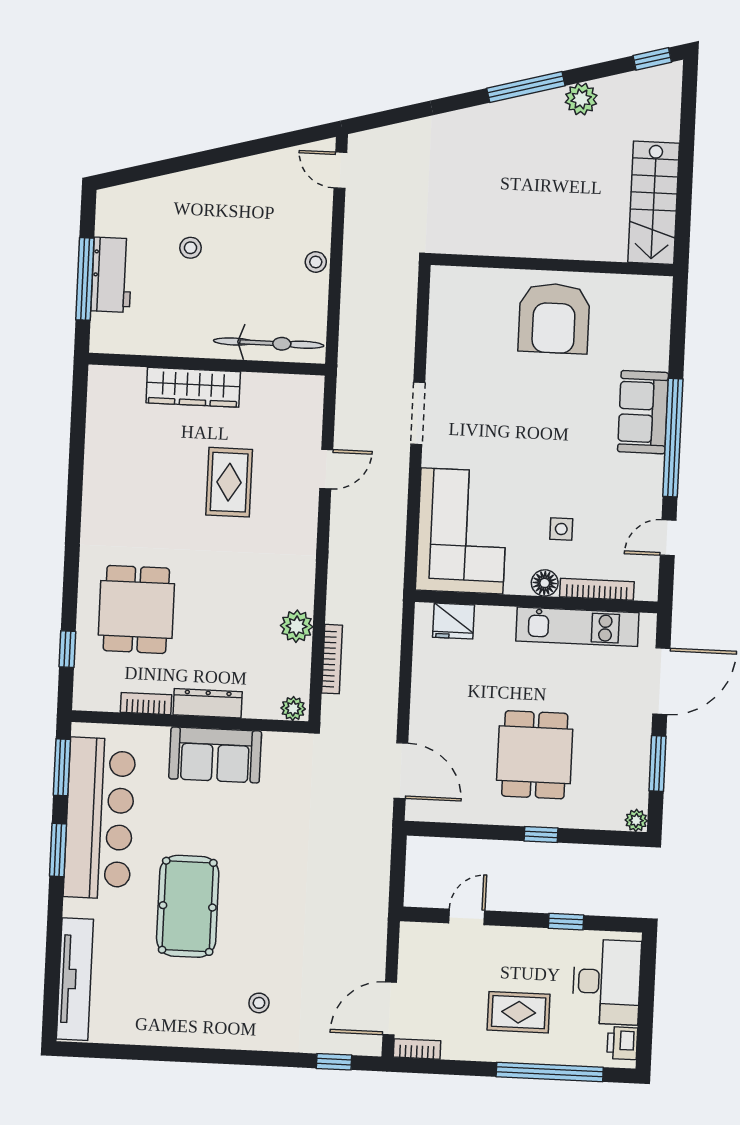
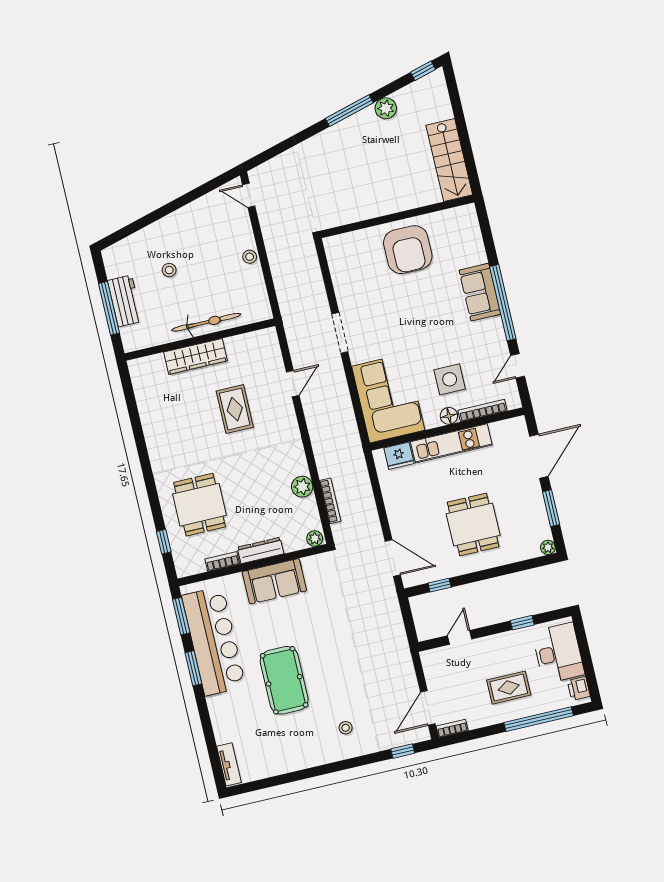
bicycle: (269, 343) -> (206, 322), moved
side table: (561, 529) -> (450, 379), width x1.87, depth x1.87
kitchen unit: (577, 627) -> (451, 443), moved
window: (541, 835) -> (440, 585), moved
tv unit: (75, 979) -> (229, 764), width x0.52, depth x0.78

